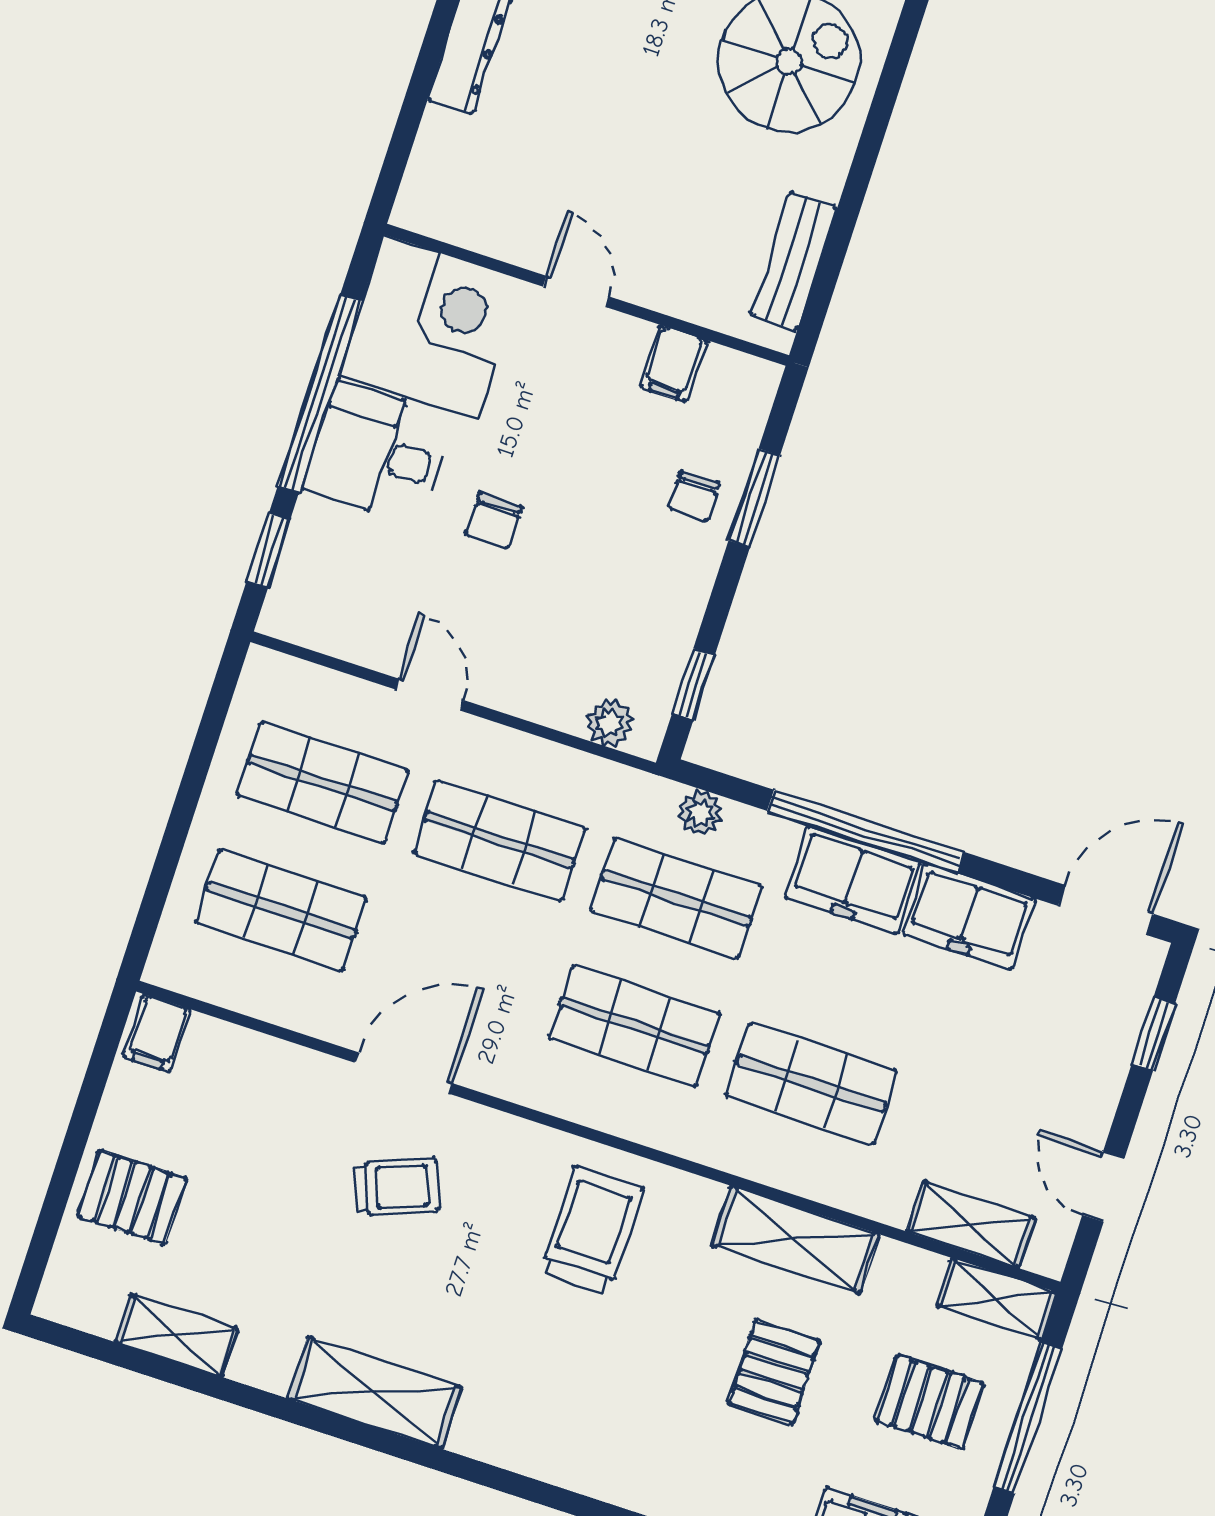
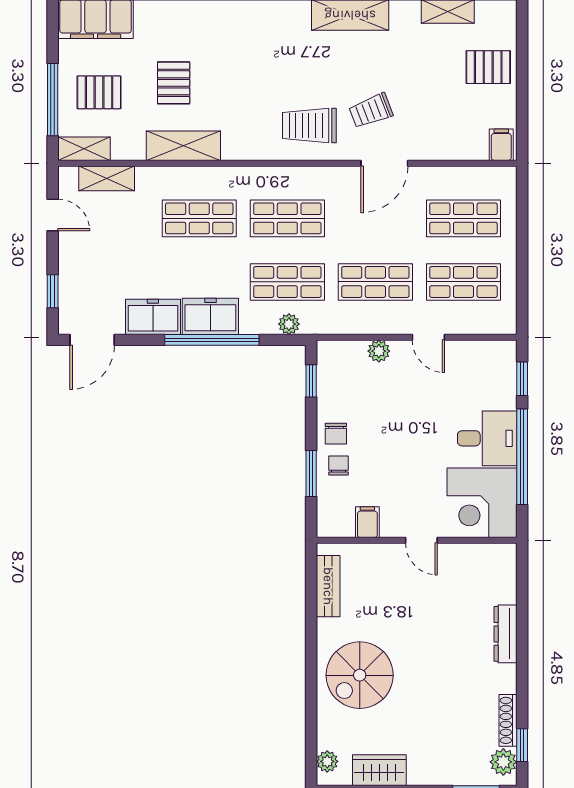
chair: (494, 521) -> (336, 434), moved, turned 180
plant: (610, 723) -> (379, 351), moved
trolley: (592, 1230) -> (309, 125), moved, turned 90

